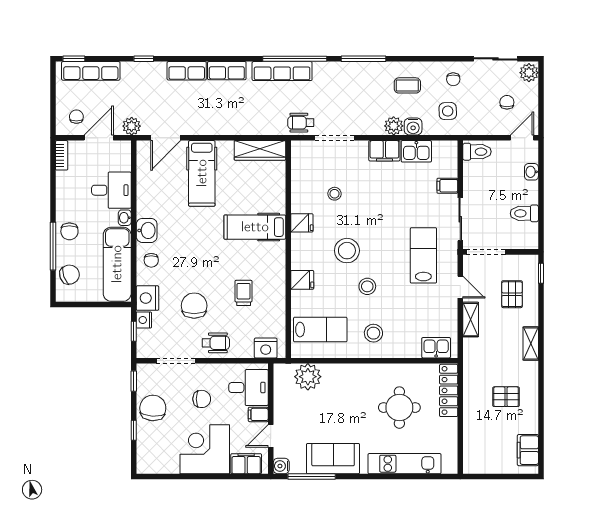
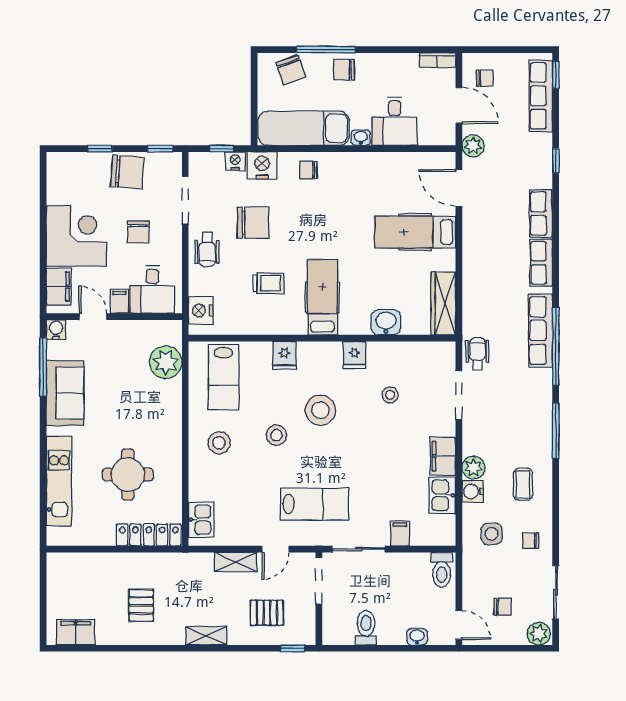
hospital bed: (255, 227) -> (322, 297), moved
washbasin: (147, 230) -> (386, 322), moved, turned 180

